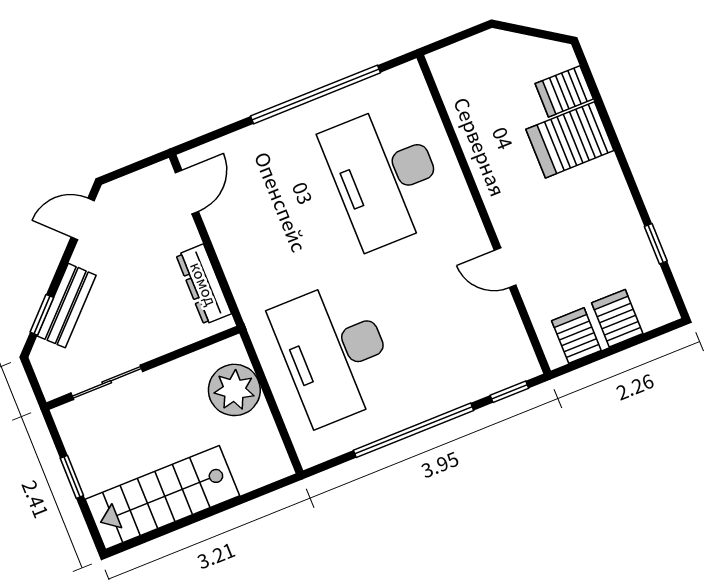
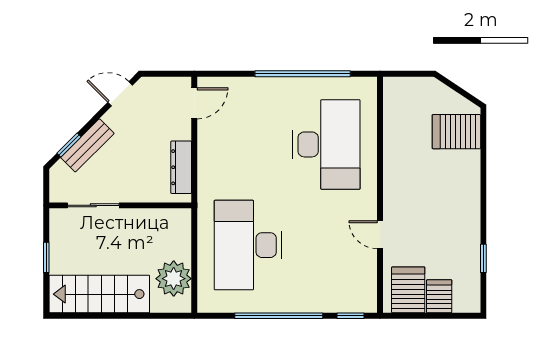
server rack: (564, 91) -> (456, 132), width x1.36, depth x1.44
server rack: (570, 140) -> (455, 169), removed
desk: (385, 176) -> (326, 144), turned 180
server rack: (576, 336) -> (408, 290), width x1.36, depth x1.44
plant: (234, 390) -> (174, 279), moved

